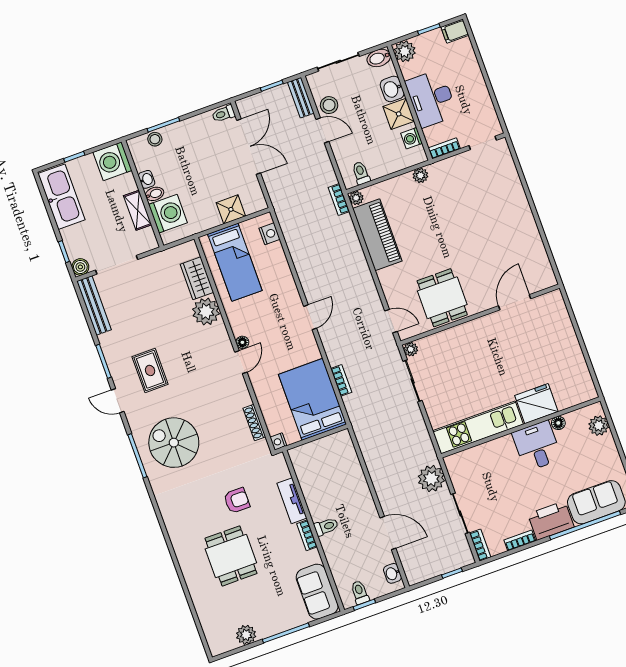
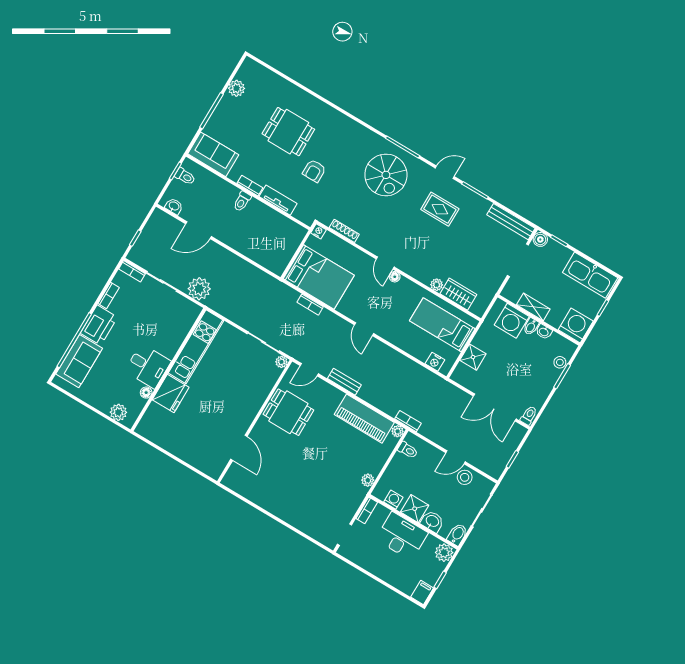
bench: (301, 98) -> (344, 382), moved
plant: (206, 312) -> (437, 285), width x0.53, depth x0.53
spiral stairs: (174, 443) -> (386, 175), turned 90

